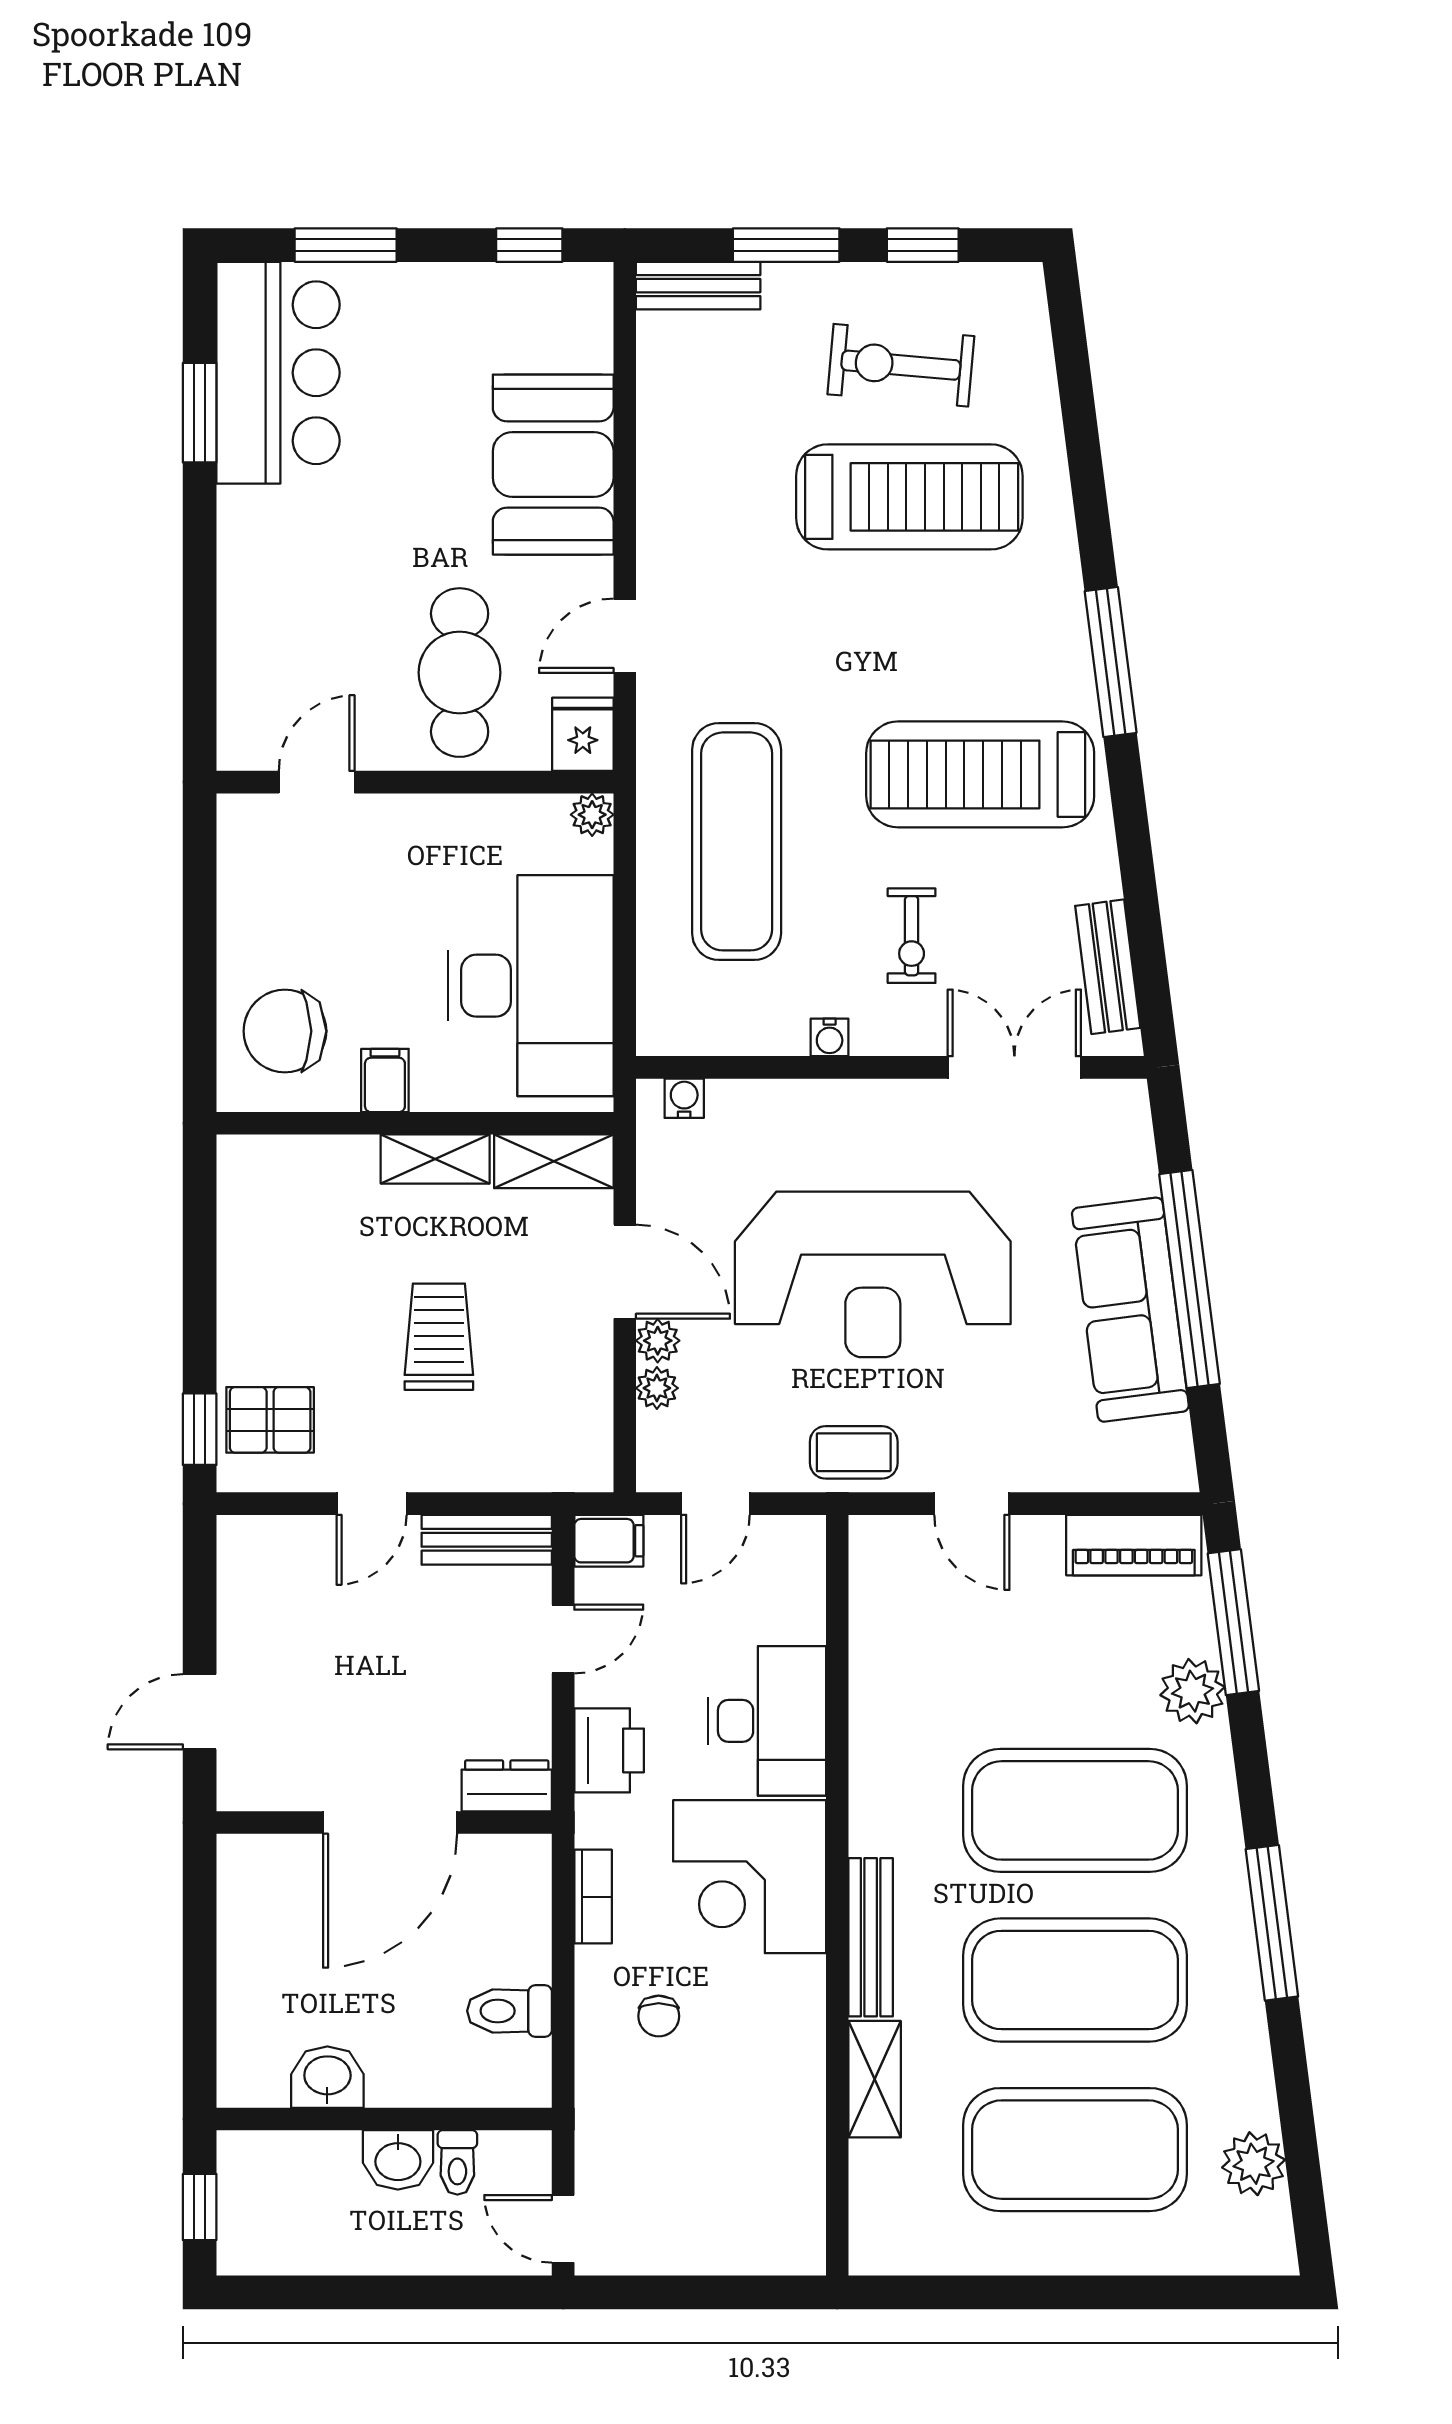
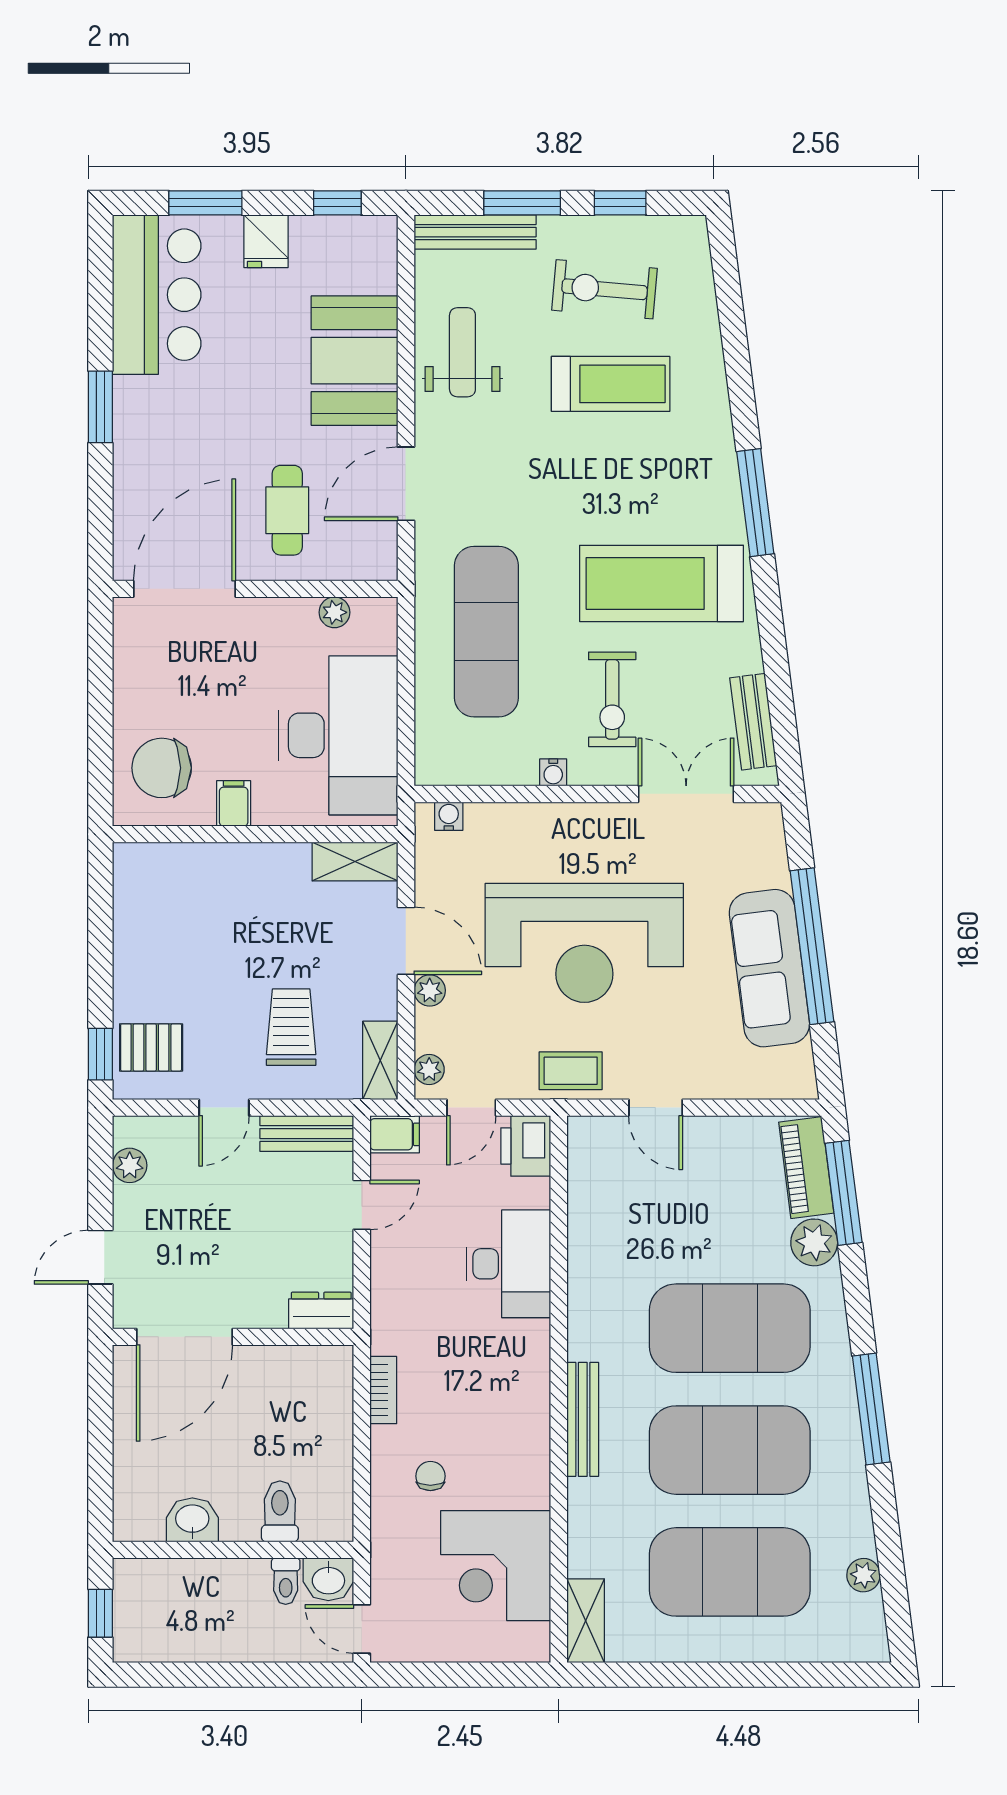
bench: (698, 286) -> (475, 232), width x1.36
window: (200, 413) -> (100, 407), moved
weight bench: (703, 453) -> (462, 352), added
treadmill: (909, 497) -> (611, 384), width x0.73, depth x0.73
door: (625, 636) -> (406, 484), width x1.38
cafe table: (460, 673) -> (287, 510), width x0.73, depth x0.74
fridge: (583, 734) -> (266, 241), moved, turned 180
door: (317, 782) -> (185, 589), width x1.88
plant: (592, 815) -> (334, 612), moved
exercise bike: (912, 936) -> (612, 699), width x1.38, depth x1.39
shelving: (435, 1159) -> (380, 1060), moved, turned 90
trolley: (439, 1337) -> (291, 1027), moved
plant: (657, 1388) -> (429, 1069), moved
piano: (1134, 1545) -> (806, 1168), moved, turned 83
plant: (240, 1584) -> (130, 1165), added
printer: (609, 1750) -> (526, 1146), moved, turned 180
door: (390, 1822) -> (184, 1337), moved
corner desk: (750, 1877) -> (496, 1566), moved
toilet: (510, 2011) -> (280, 1511), moved, turned 90
chair: (659, 2016) -> (430, 1476), turned 180
shelving: (875, 2079) -> (586, 1621), moved
washbasin: (398, 2160) -> (328, 1579), moved
plant: (1254, 2164) -> (863, 1575), width x0.73, depth x0.73

